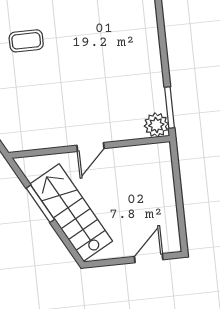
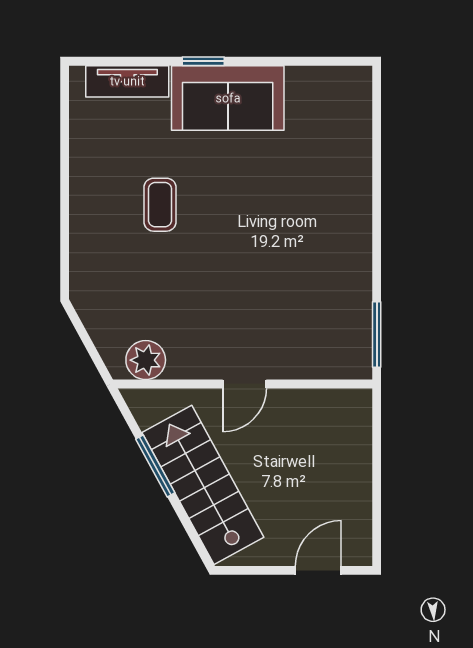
coffee table: (26, 41) -> (160, 205), turned 90
plant: (156, 125) -> (146, 360), moved

